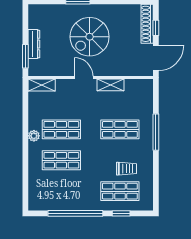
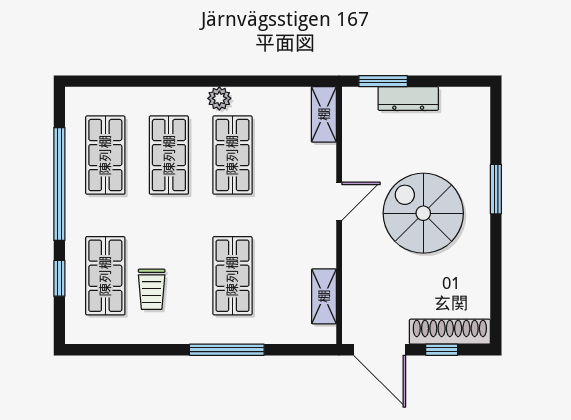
shelving: (110, 85) -> (324, 296), moved
shop shelf: (61, 191) -> (105, 155), added

